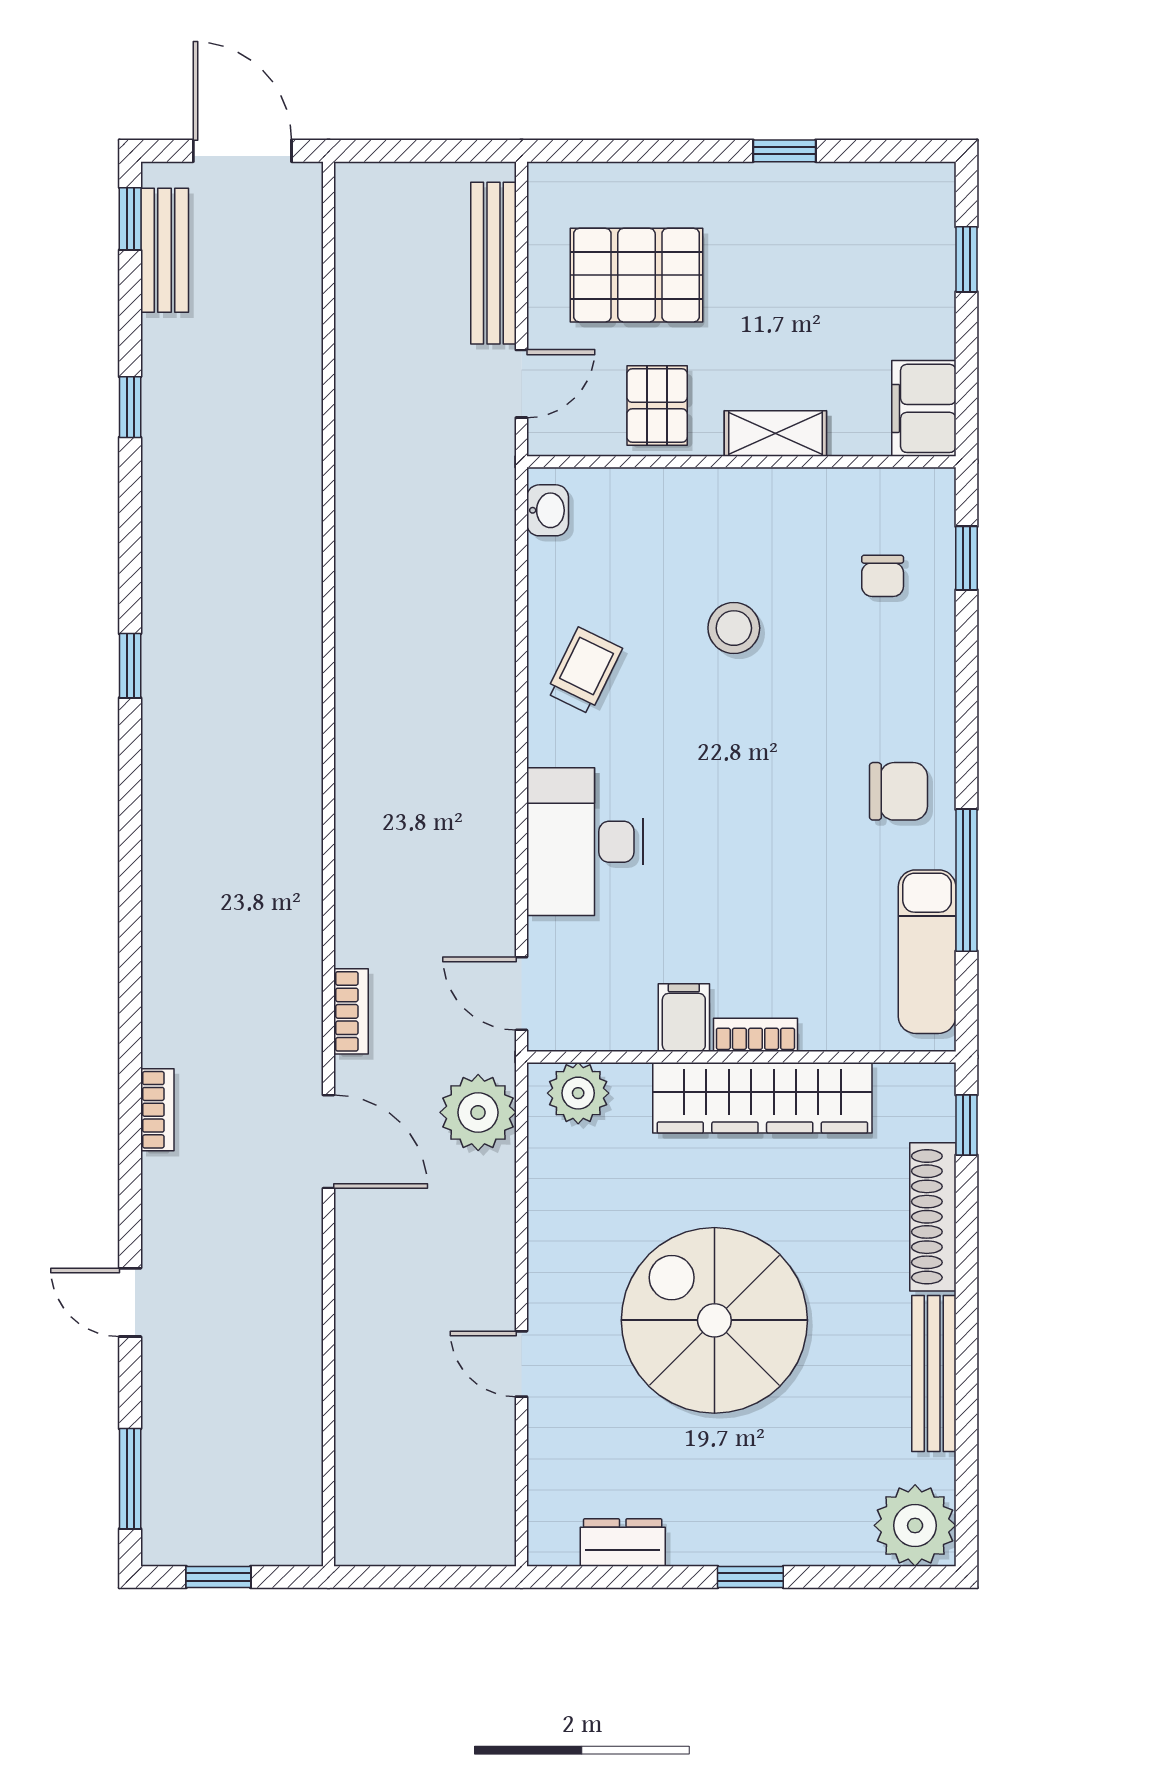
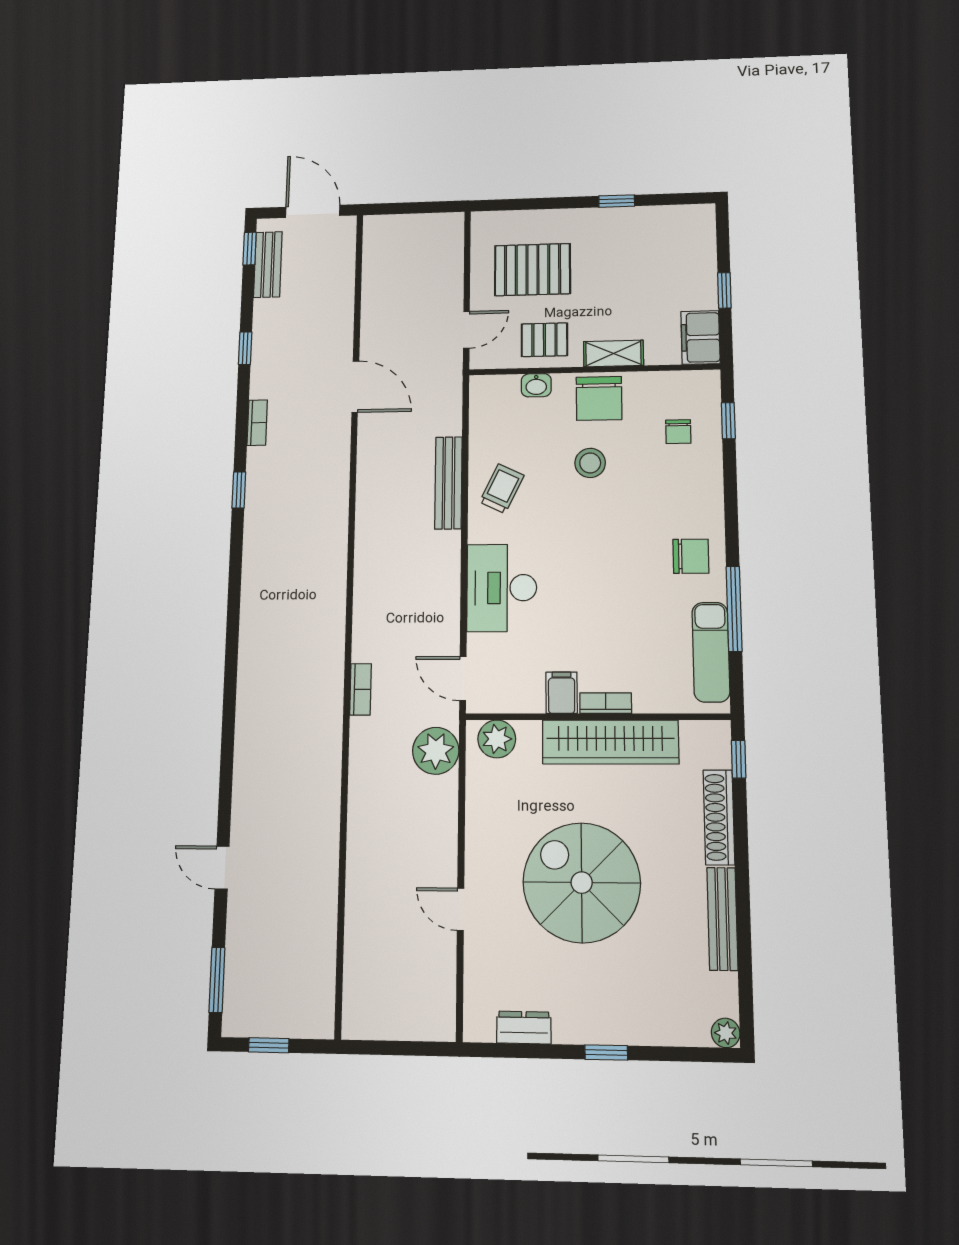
window: (966, 259) -> (724, 290), moved
bench: (493, 263) -> (448, 483), moved
pallet: (657, 406) -> (544, 340), turned 90
washbasin: (548, 510) -> (536, 385), moved, turned 90
chair: (750, 514) -> (599, 398), added
bookcase: (157, 1110) -> (257, 423), moved
door: (328, 1142) -> (355, 387), moved
plant: (915, 1525) -> (726, 1033), width x0.53, depth x0.53

